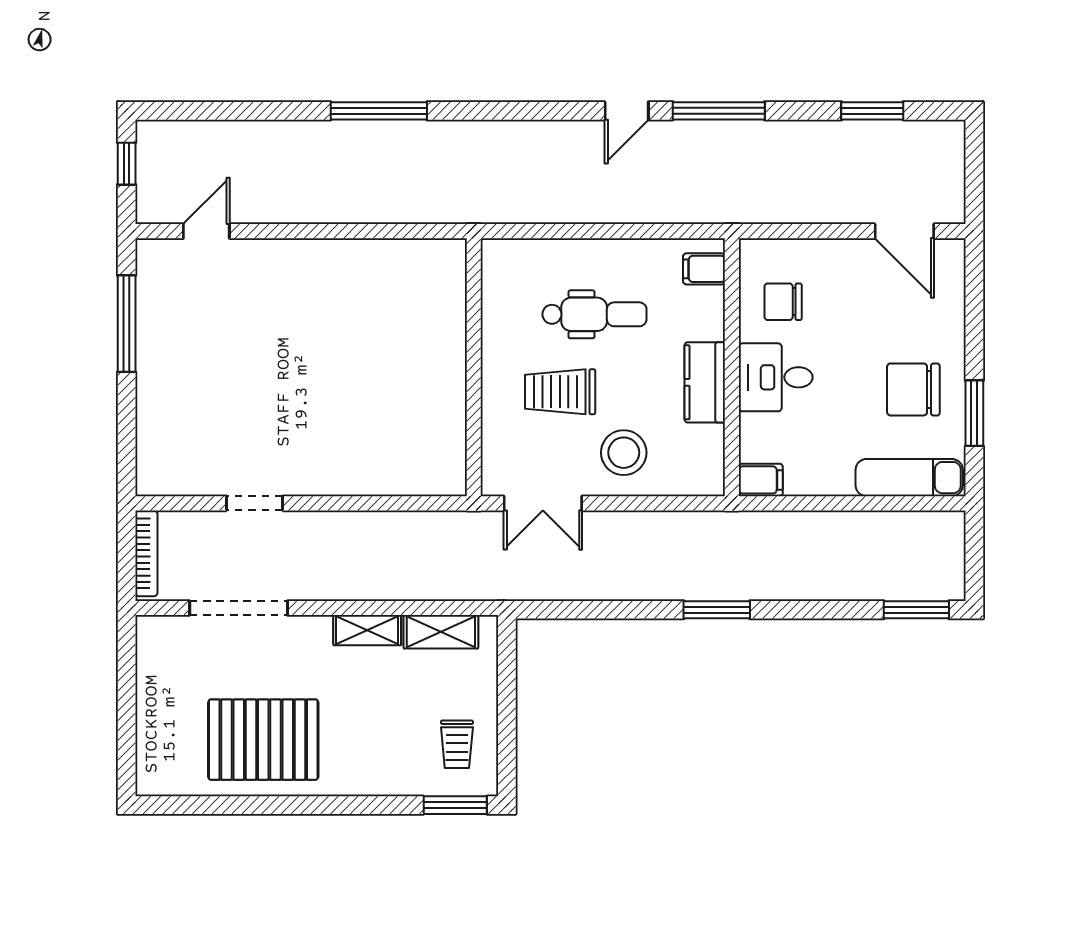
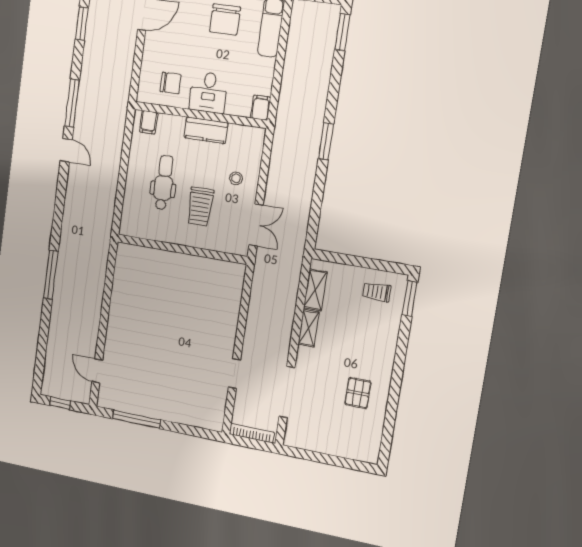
chair: (783, 302) -> (171, 83), turned -90
stool: (624, 453) -> (236, 178), width x0.53, depth x0.53
pallet: (263, 740) -> (358, 393), width x0.49, depth x0.50
trolley: (457, 744) -> (377, 292), turned 180

